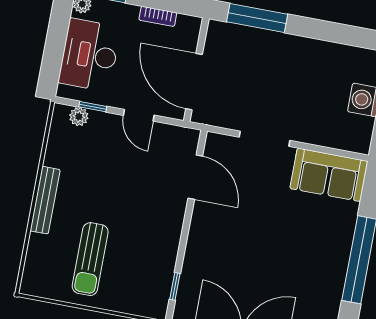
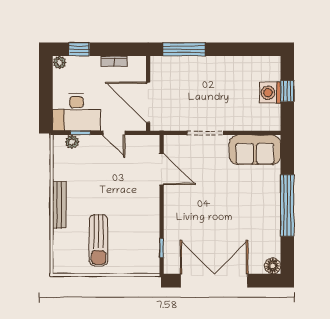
desk: (89, 55) -> (76, 112), moved, turned -90

